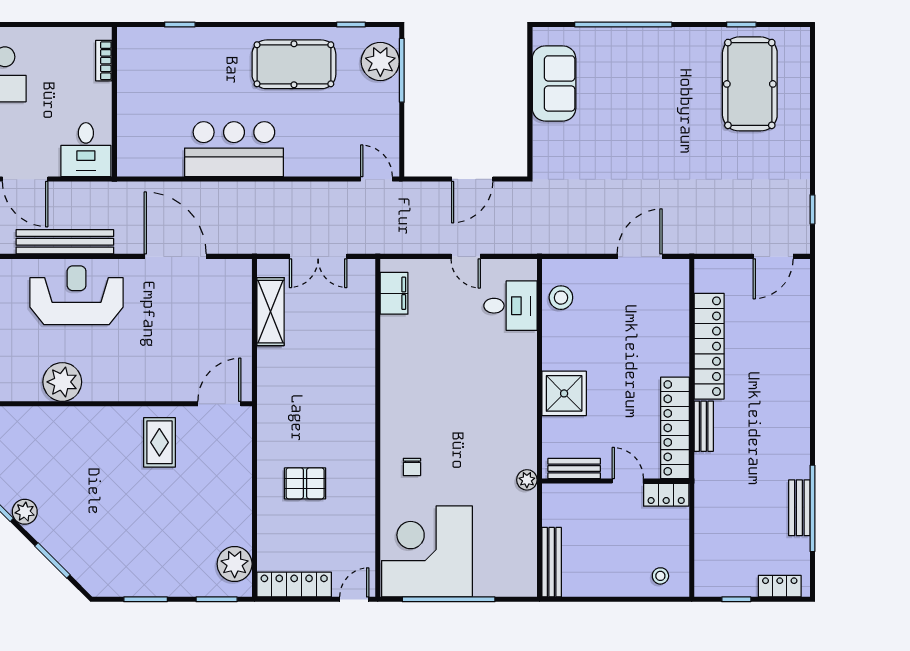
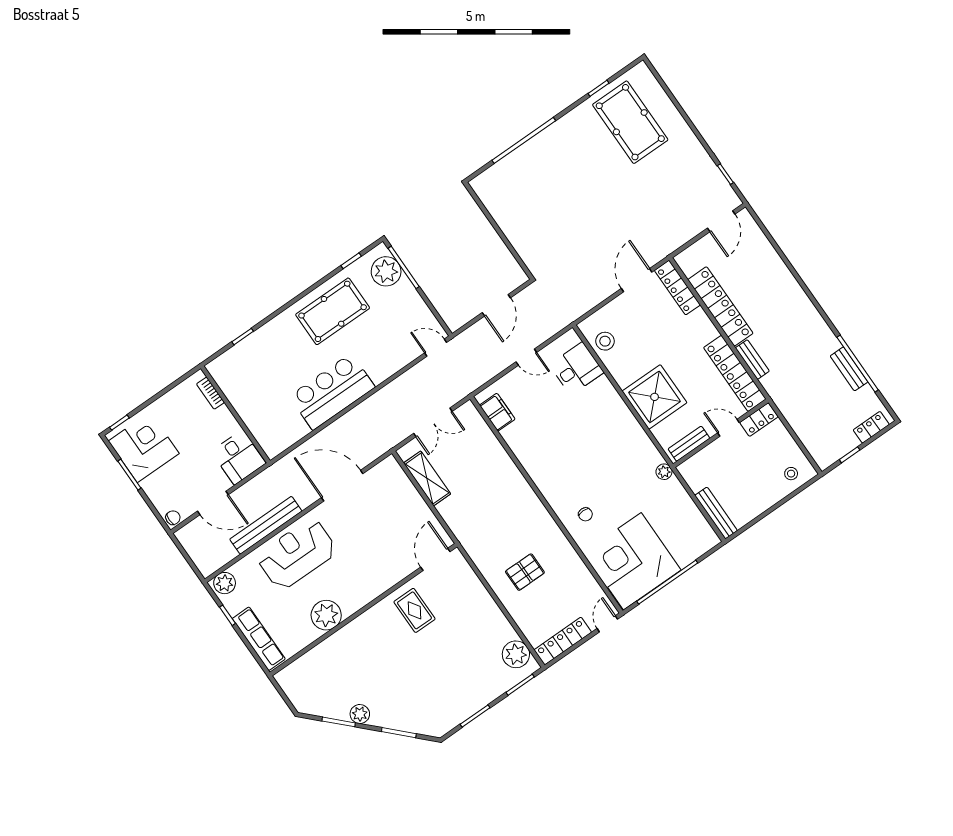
sofa: (554, 83) -> (506, 208), removed
locker: (677, 294) -> (677, 288), added
shower: (564, 393) -> (655, 397), width x1.37, depth x1.37

